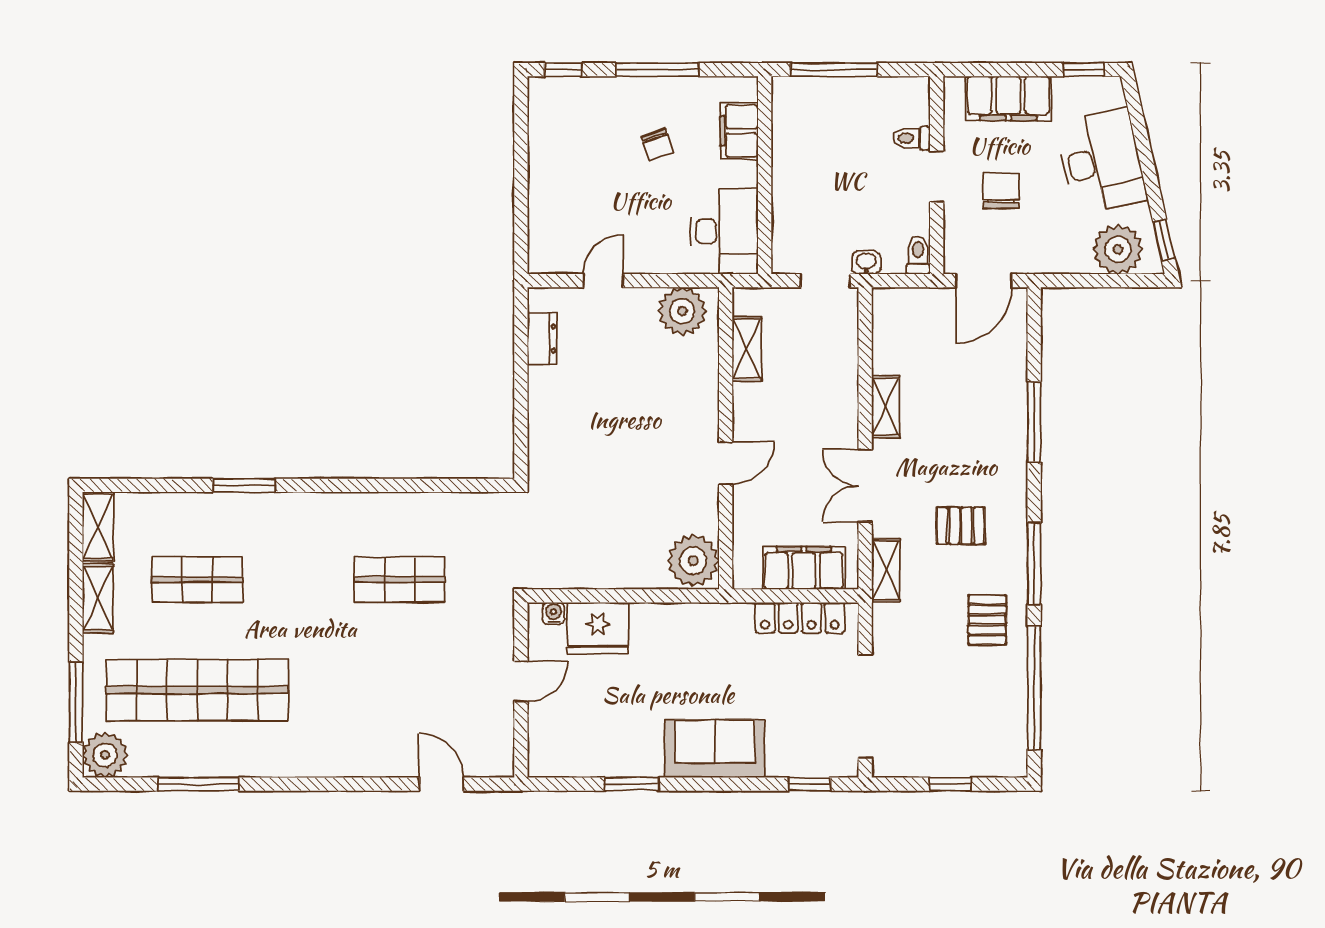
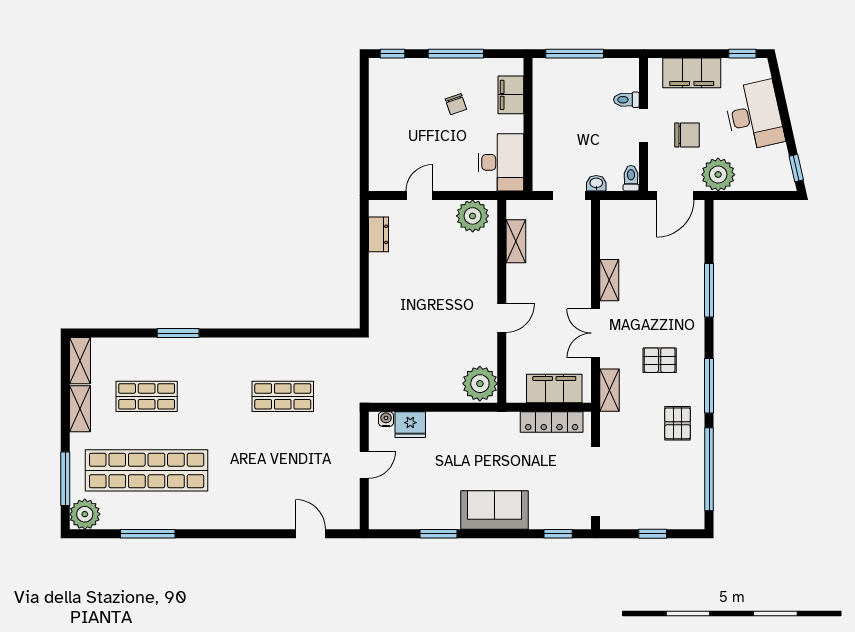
chair: (1001, 191) -> (687, 135), turned 90
plant: (1118, 249) -> (718, 175), moved
fridge: (598, 628) -> (410, 425), width x0.73, depth x0.75

